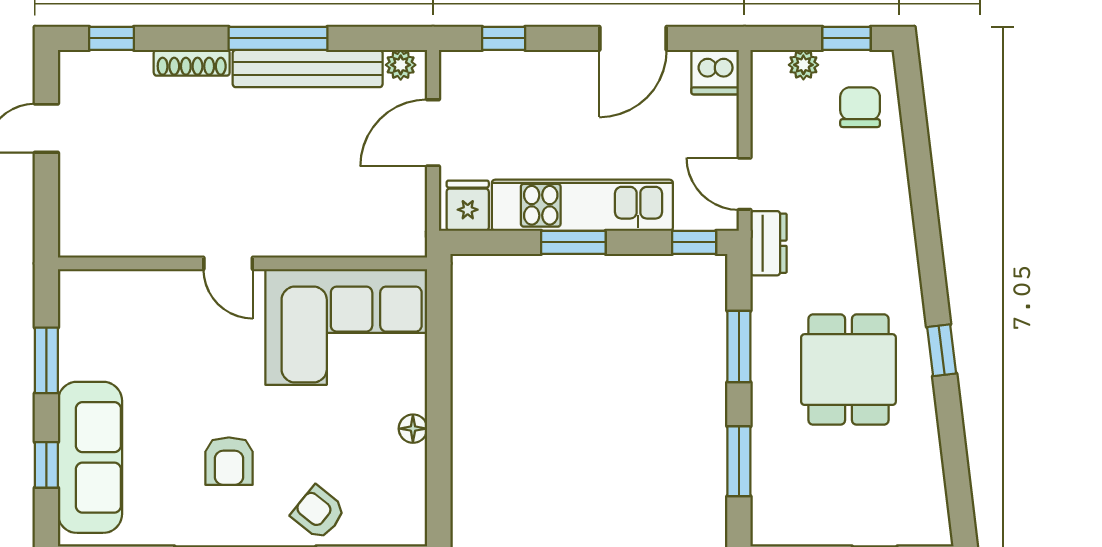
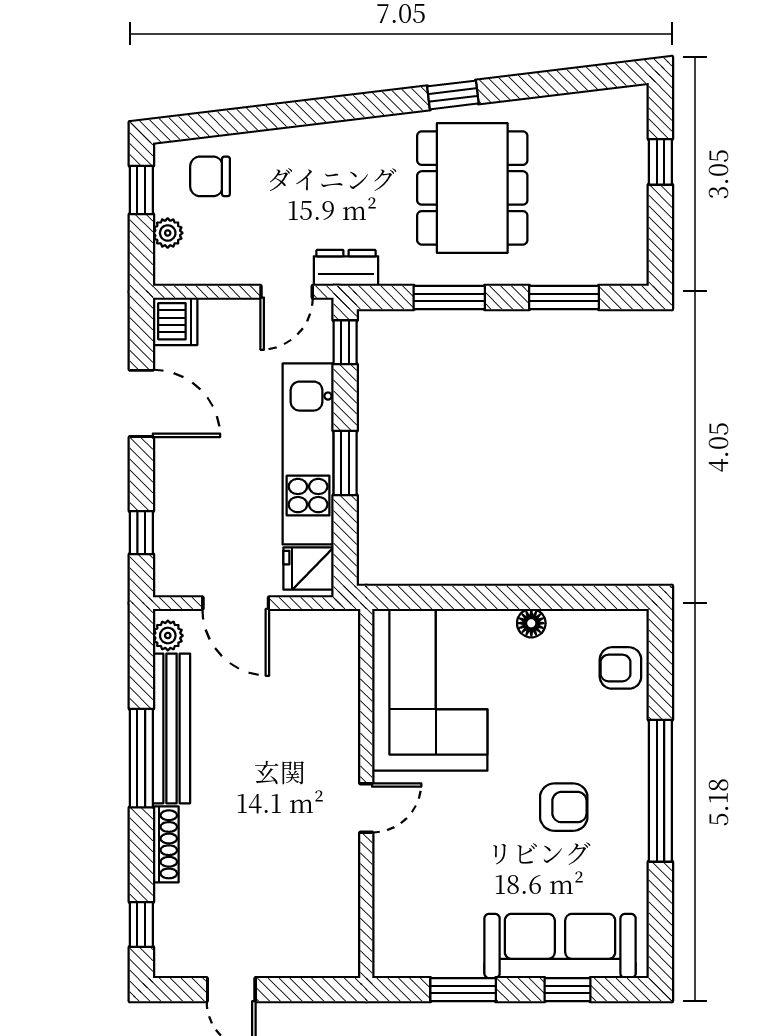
dining table: (848, 370) -> (472, 188), width x1.37
armchair: (318, 513) -> (620, 668), moved, turned 51

